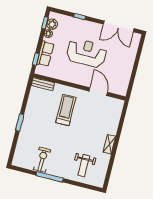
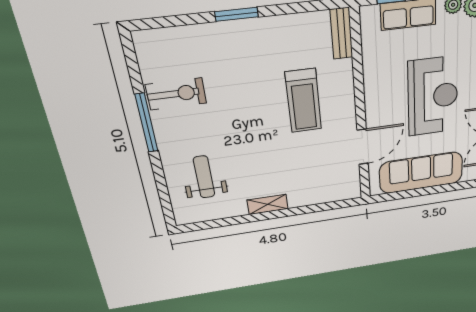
sofa: (124, 68) -> (421, 173), added
treadmill: (66, 110) -> (303, 101), turned 90
weight bench: (84, 165) -> (204, 177), turned 90

